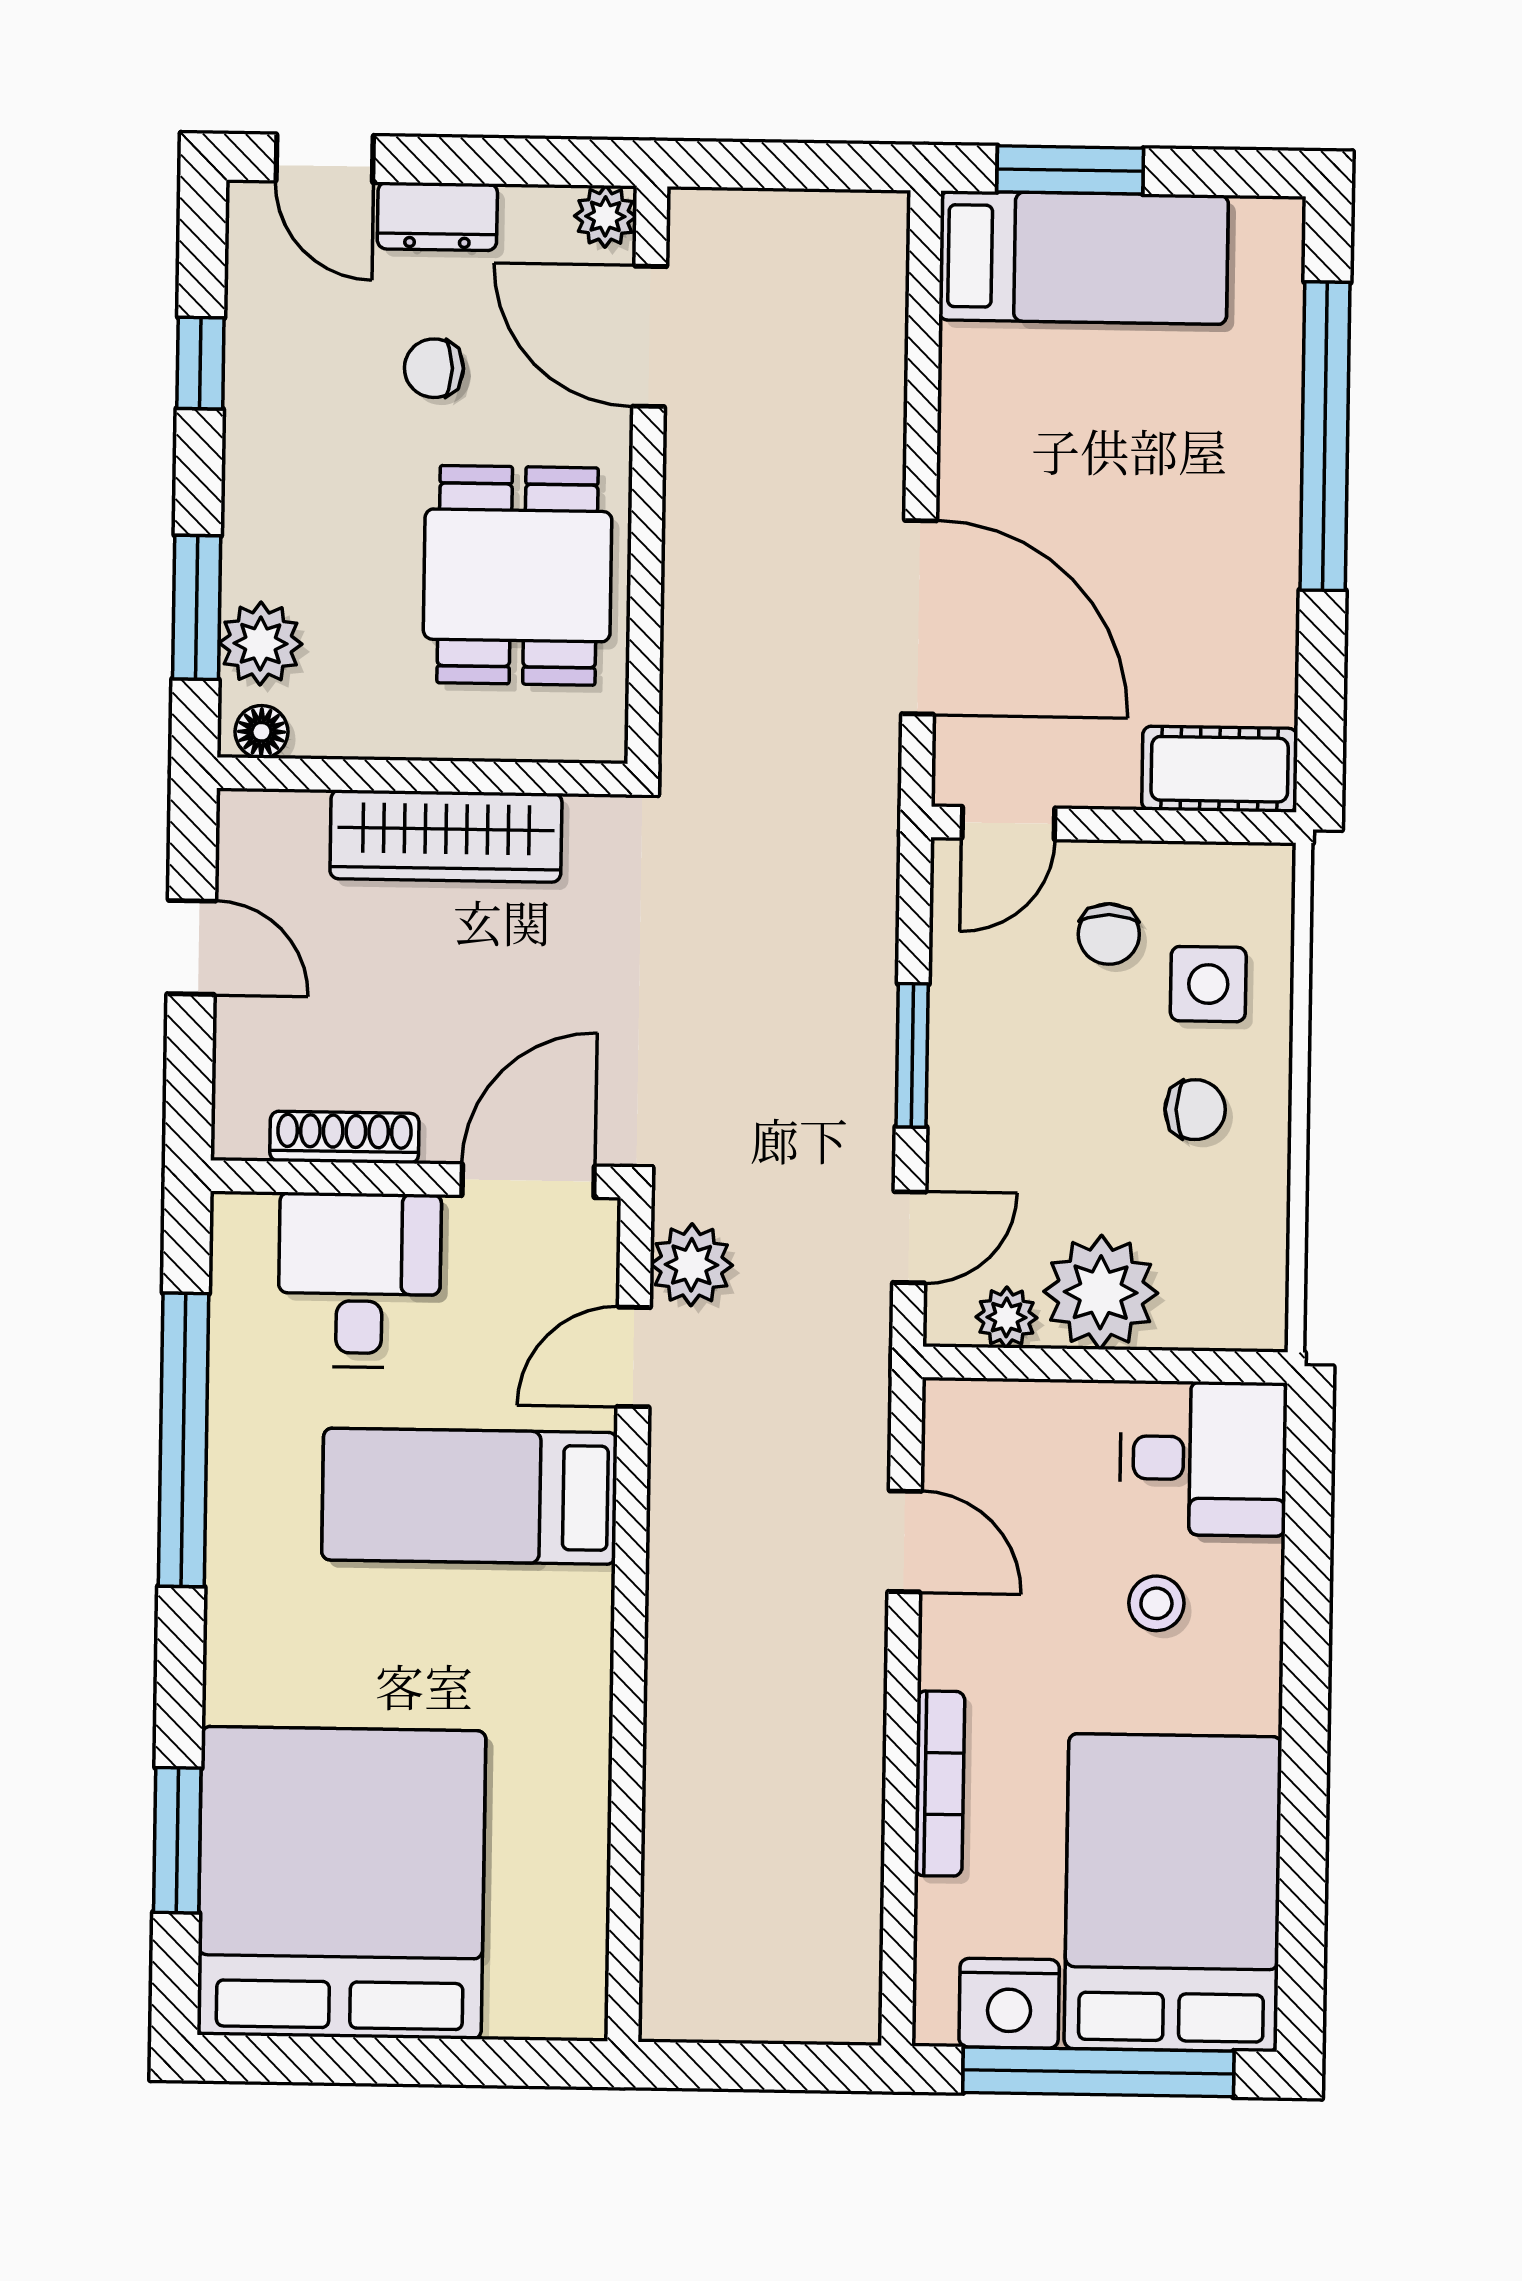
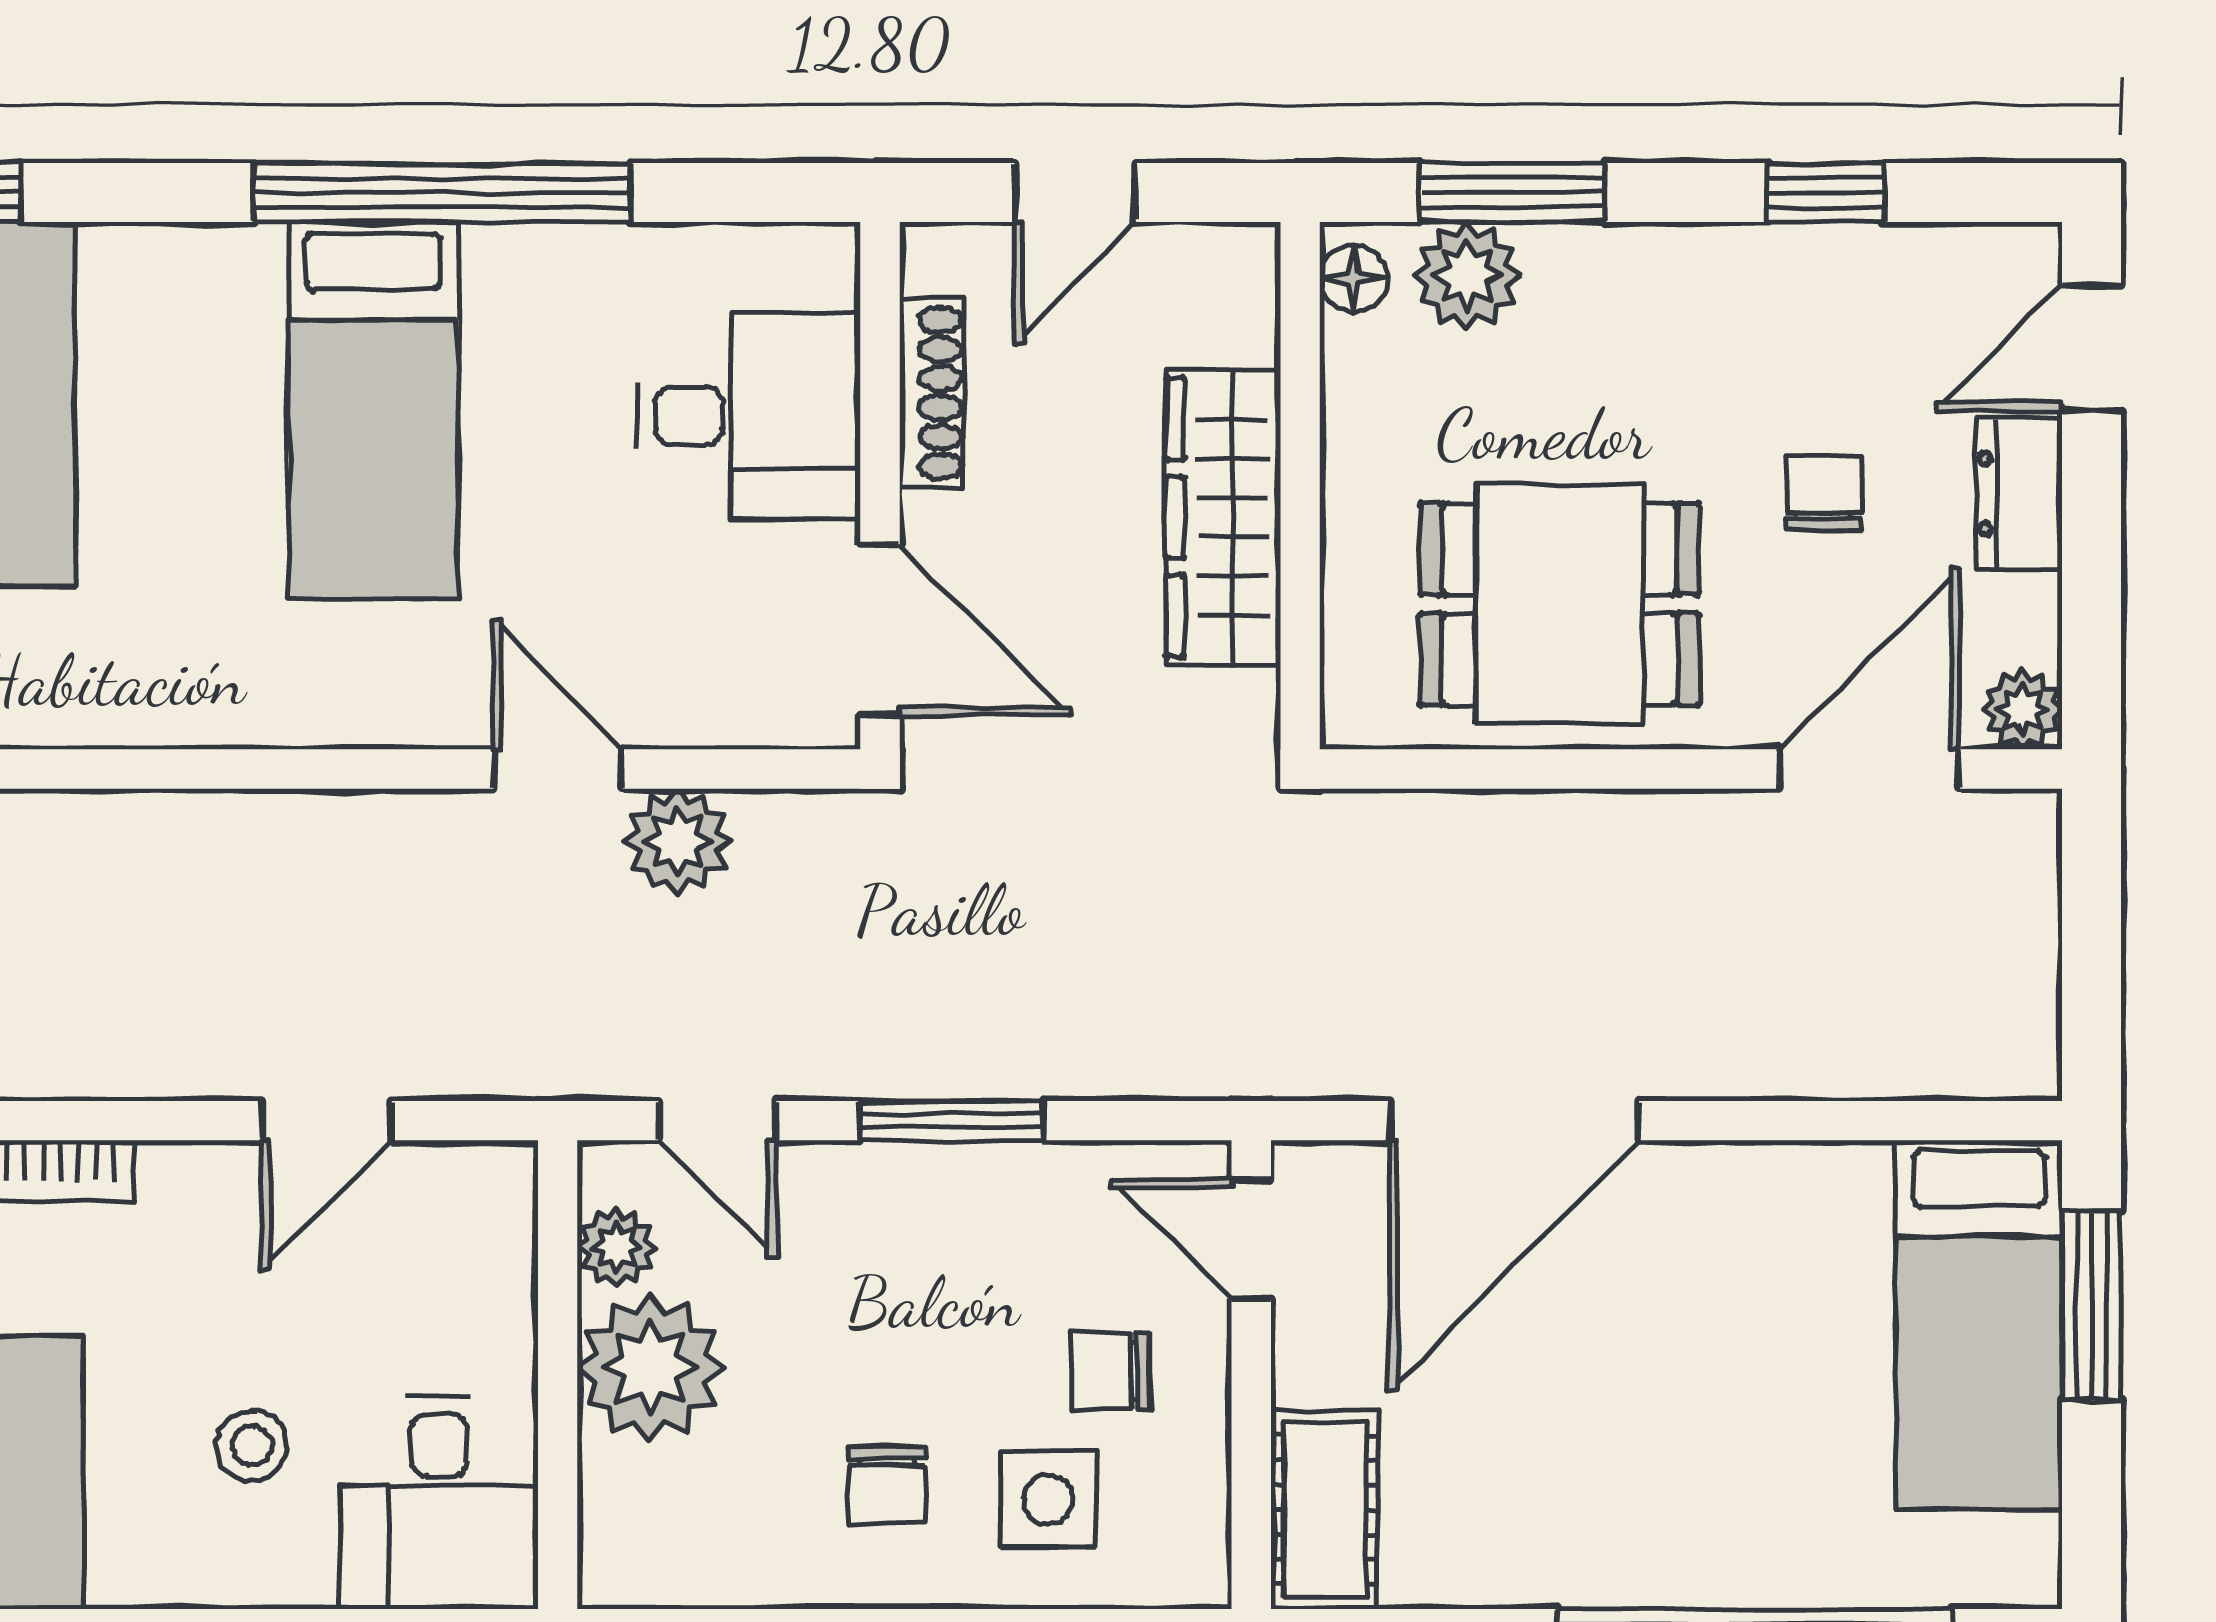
shoe rack: (344, 1137) -> (932, 393), moved
wall: (416, 1179) -> (880, 486), moved
door: (528, 1181) -> (880, 630), moved
desk: (359, 1280) -> (749, 415), moved
bed: (469, 1496) -> (373, 410), moved, turned 180

